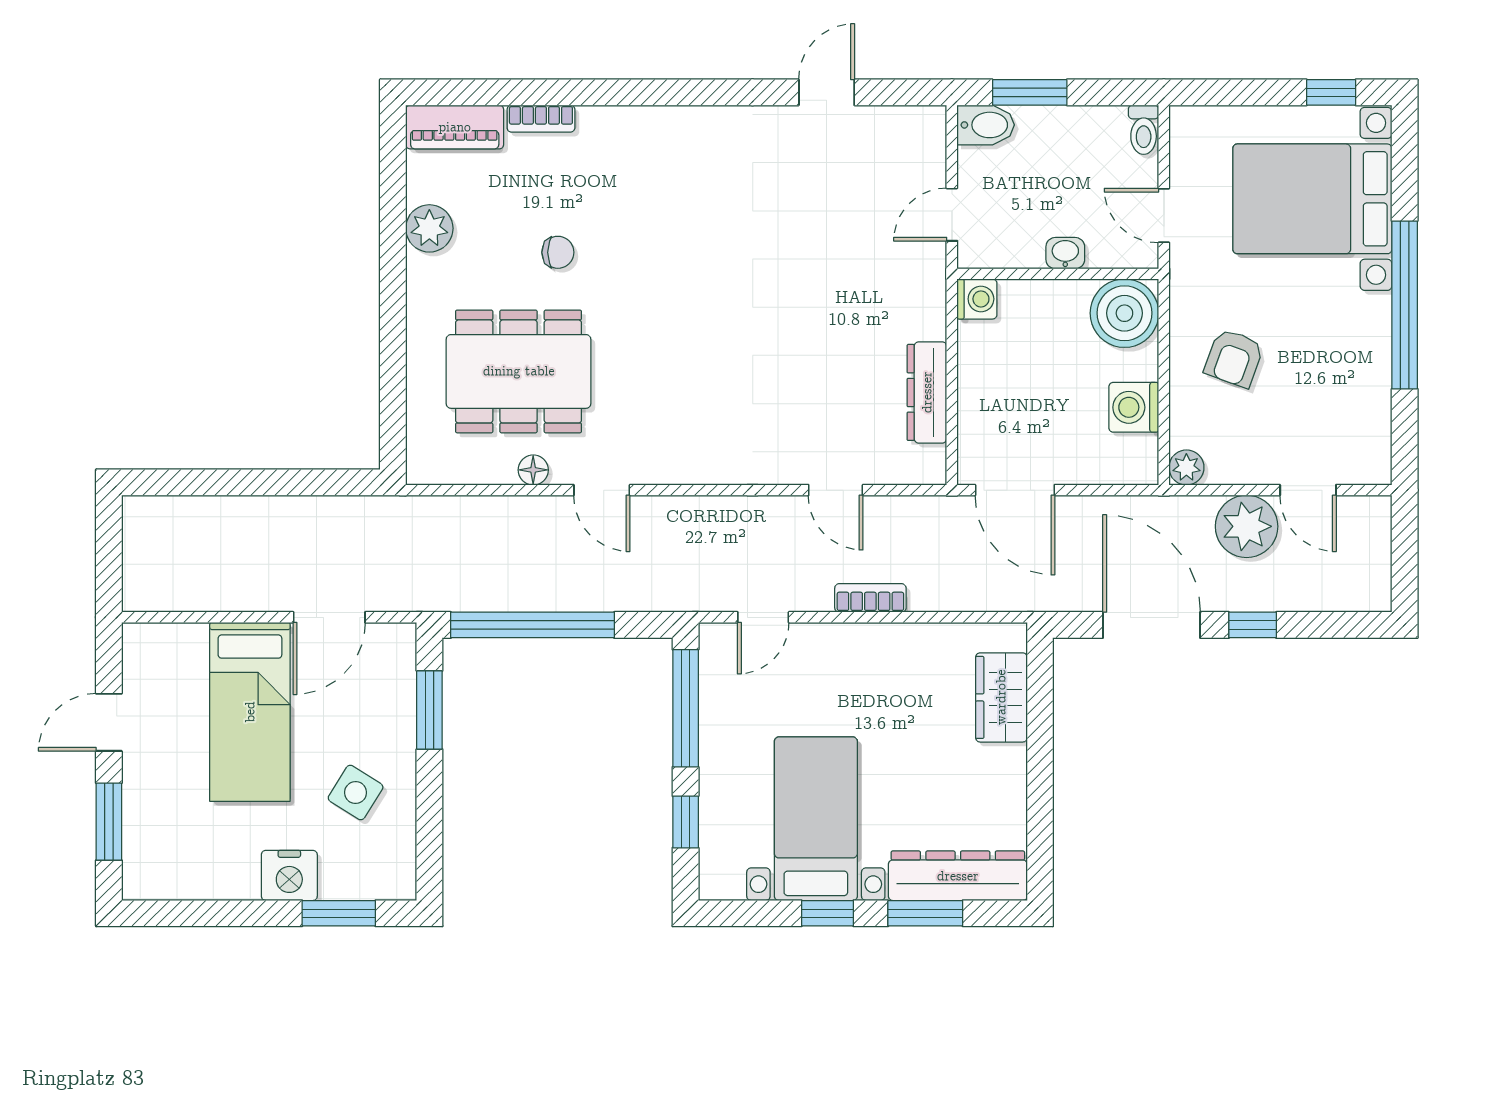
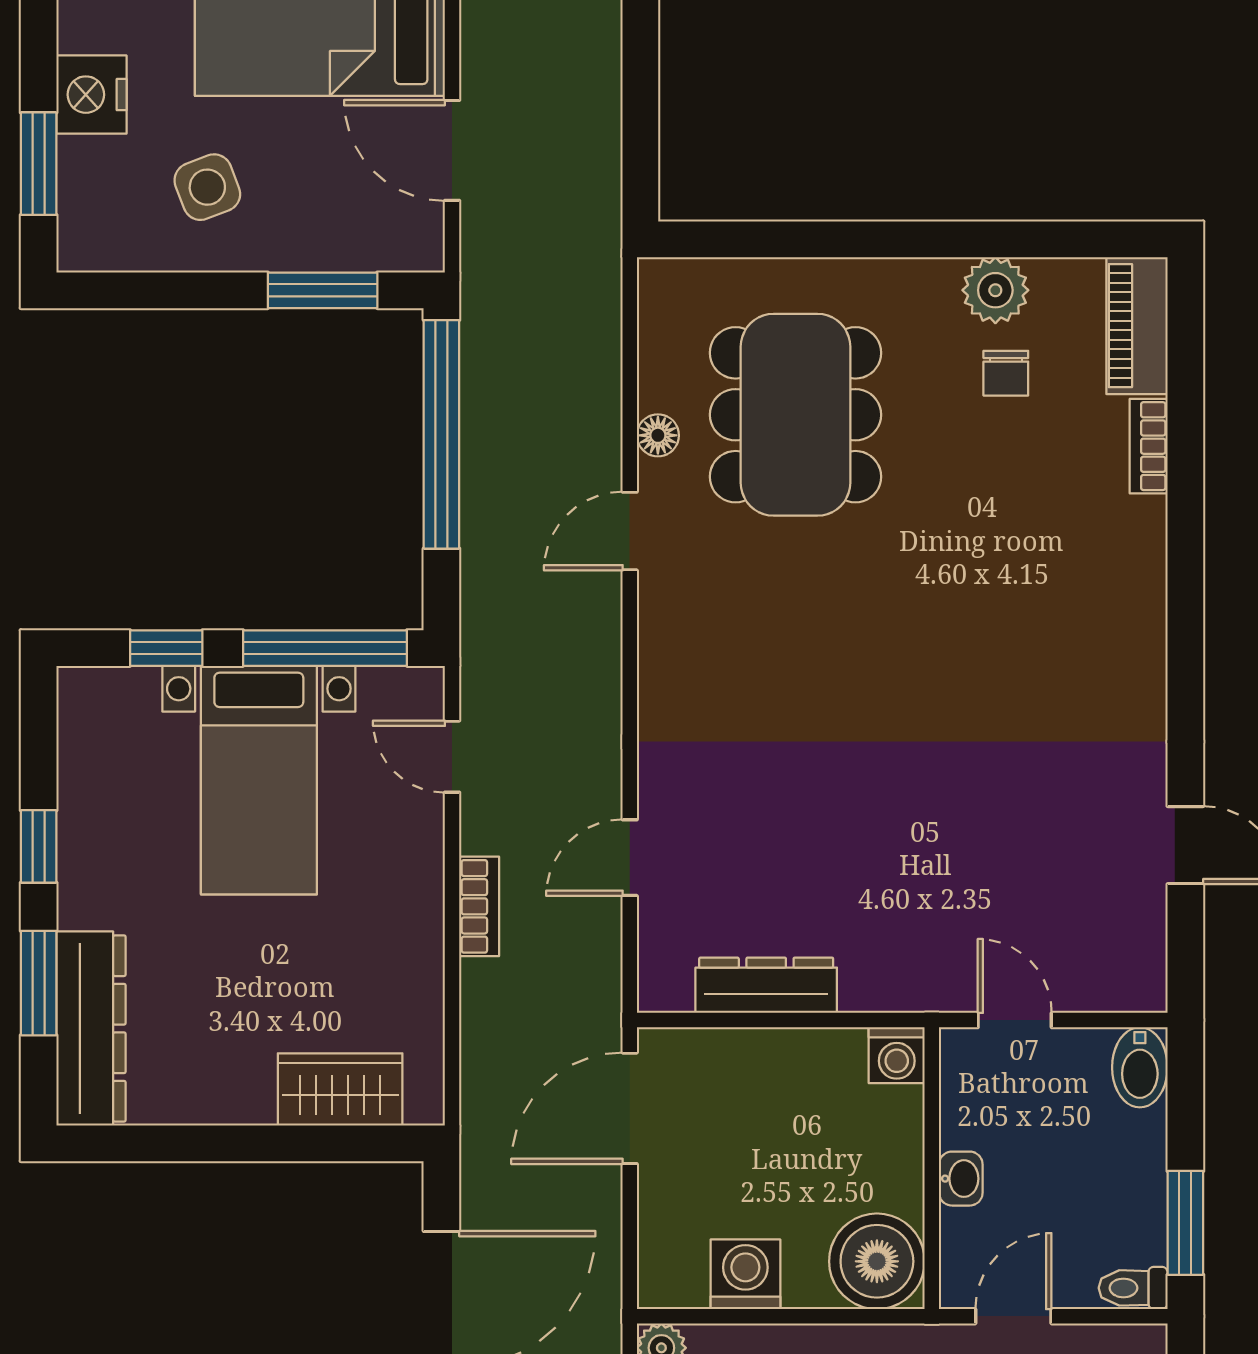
window: (1030, 92) -> (1185, 1223), moved
chair: (558, 252) -> (1006, 373), moved
side table: (356, 792) -> (207, 187), turned 37
bed with nightstands: (816, 819) -> (259, 780), moved, turned 90

